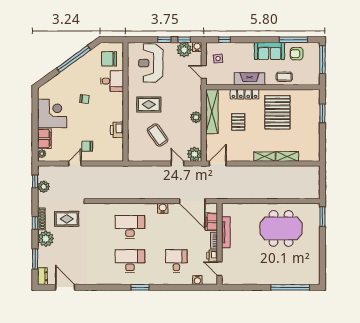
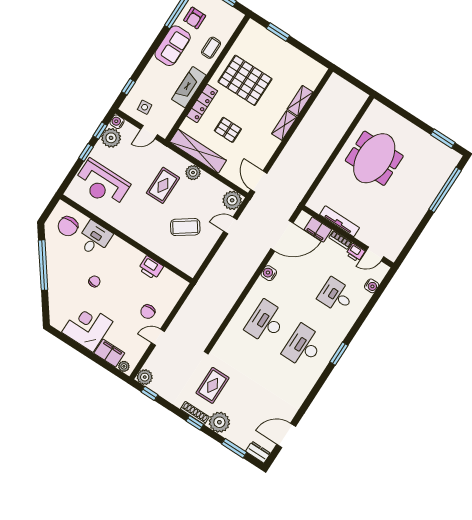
rug: (149, 105) -> (163, 185), moved
door: (75, 164) -> (158, 337), hinge flipped
plant: (44, 187) -> (145, 377), moved
window: (322, 217) -> (443, 139), moved

